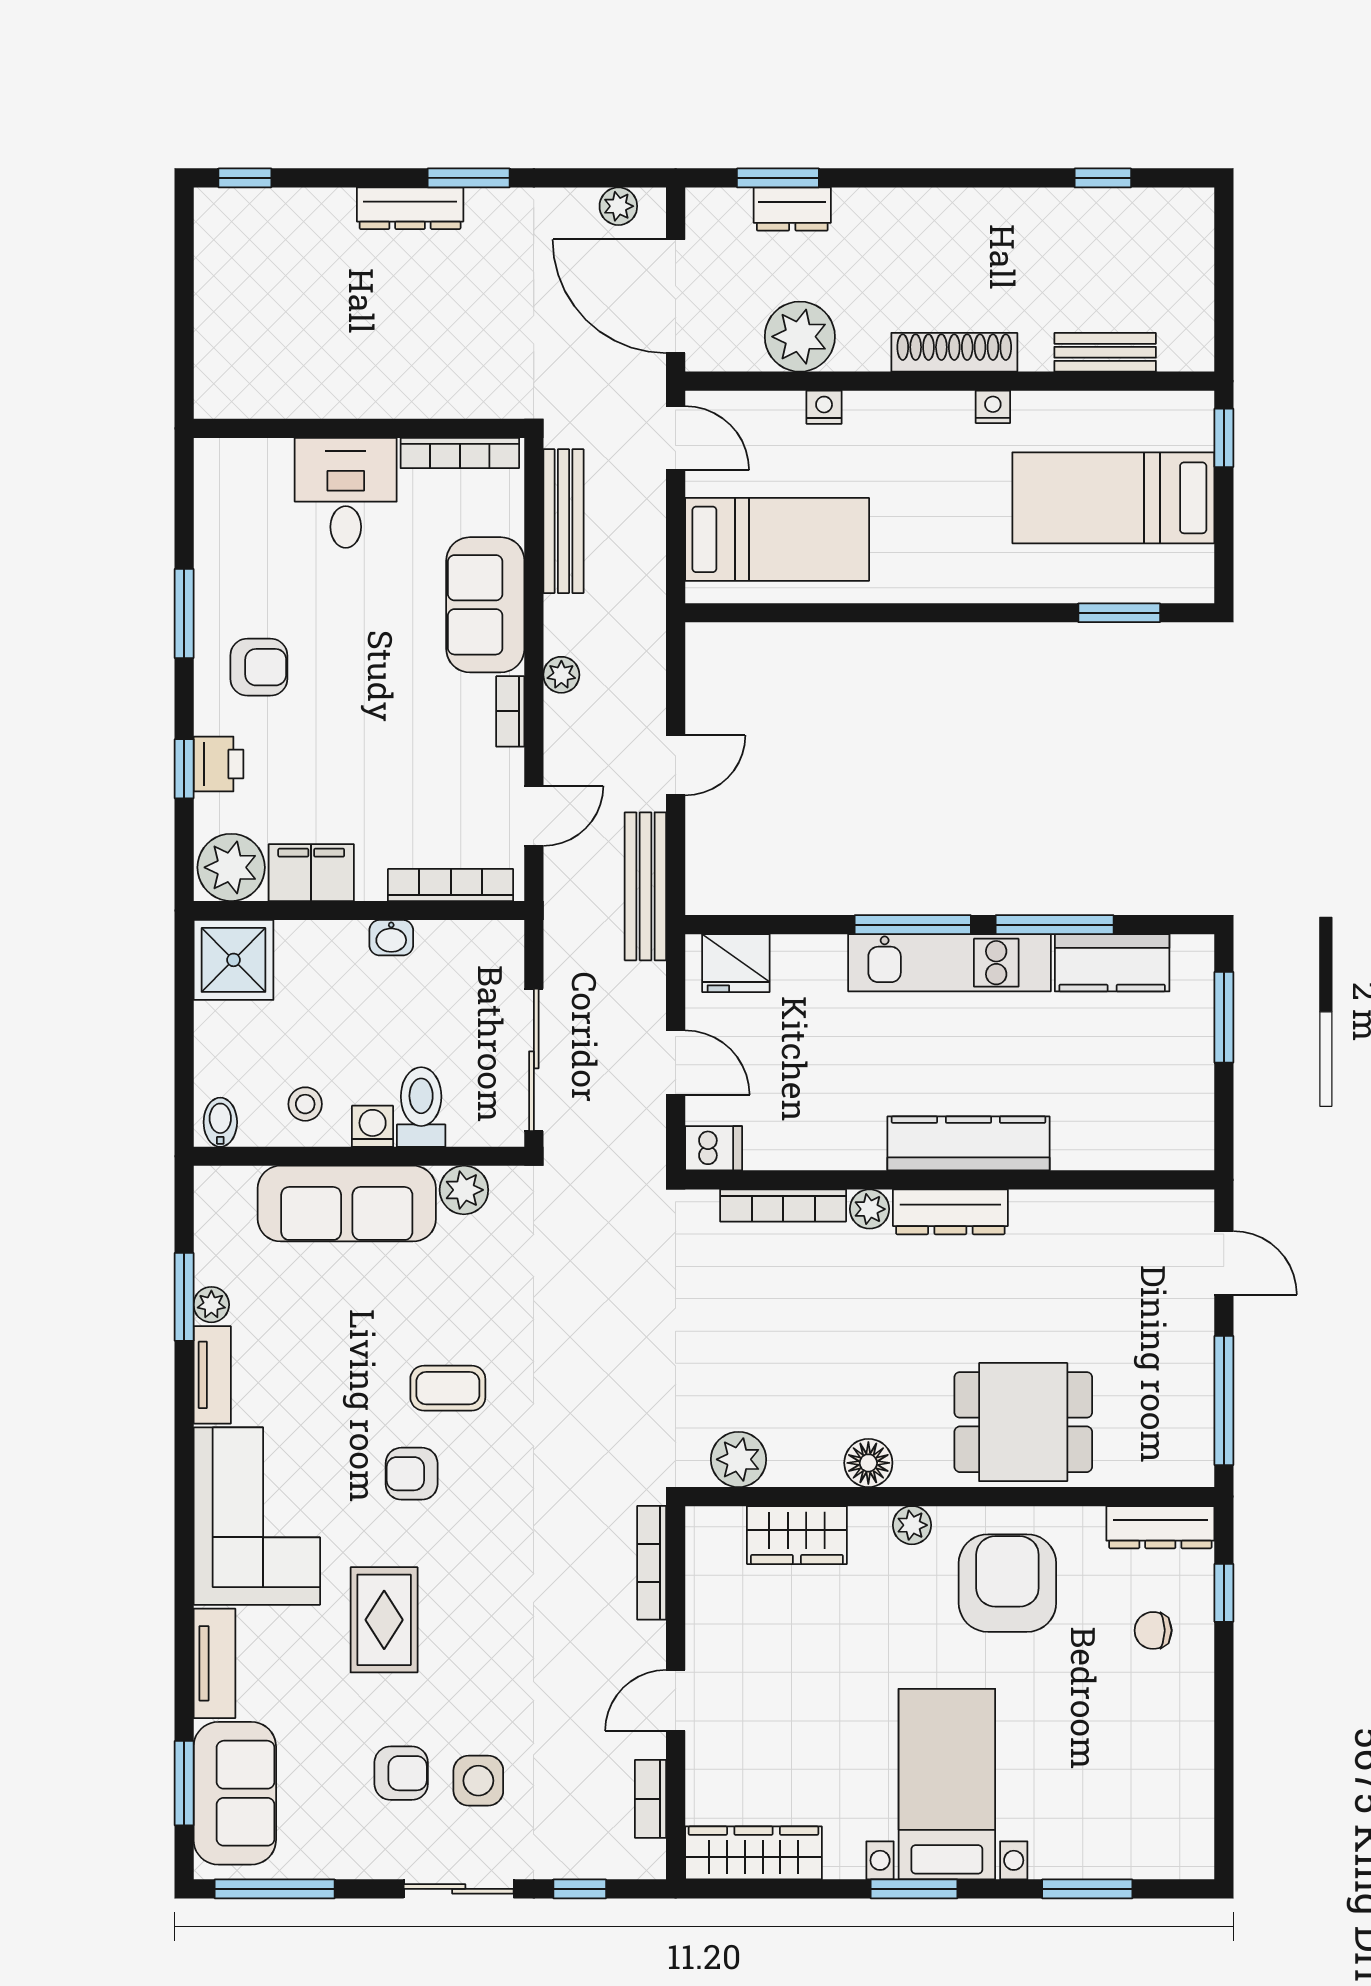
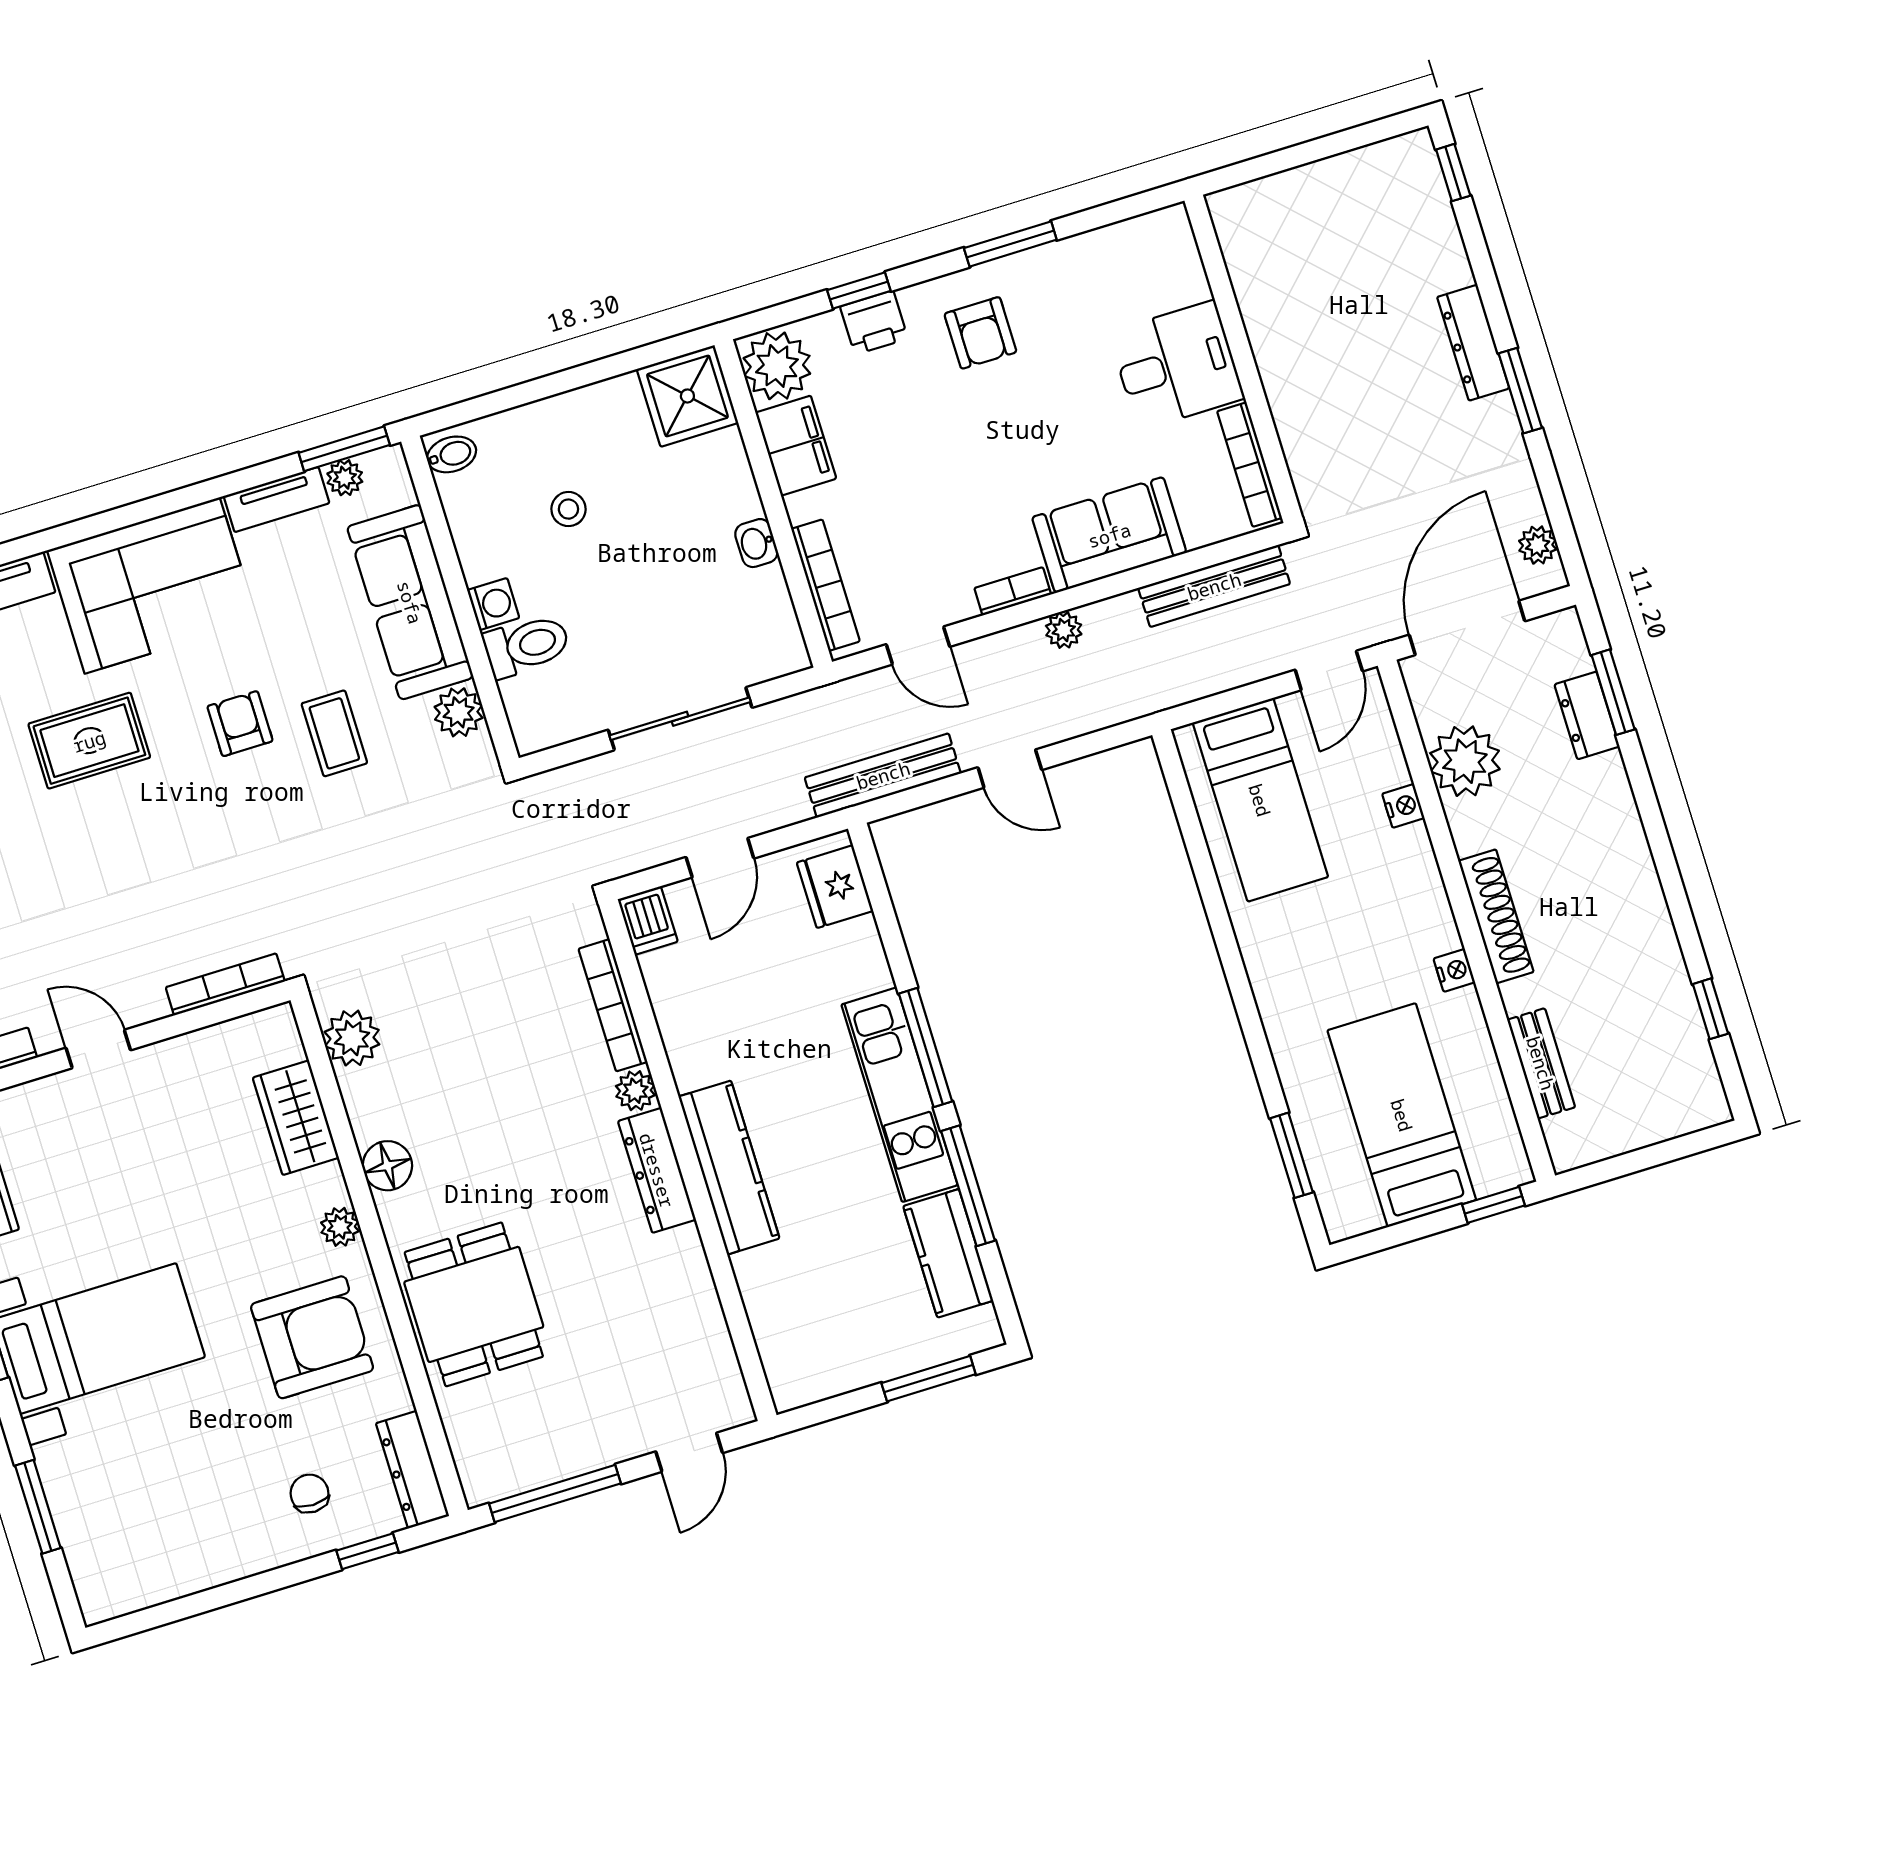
toilet: (421, 1107) -> (527, 646), moved
bidet: (220, 1122) -> (452, 454), moved
washing machine: (373, 1126) -> (493, 604), moved
wall: (359, 1156) -> (460, 600), moved
plant: (464, 1190) -> (459, 712), moved
sofa: (347, 1204) -> (410, 602), moved

